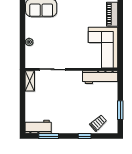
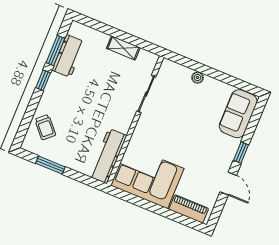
shelving: (30, 81) -> (123, 48), moved
workbench: (38, 127) -> (68, 56), moved
window: (85, 136) -> (43, 80), moved

